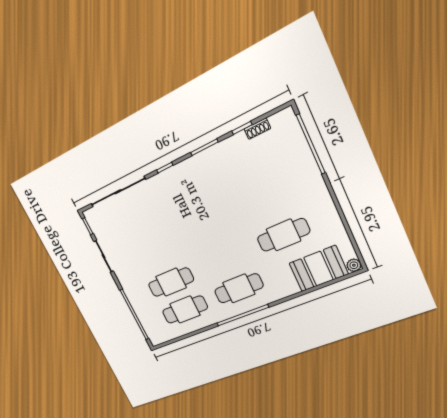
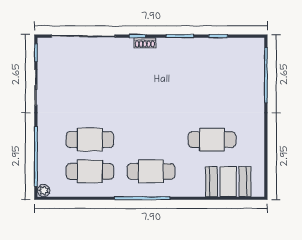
shoe rack: (257, 129) -> (145, 43), moved
plant: (354, 265) -> (44, 191), moved

